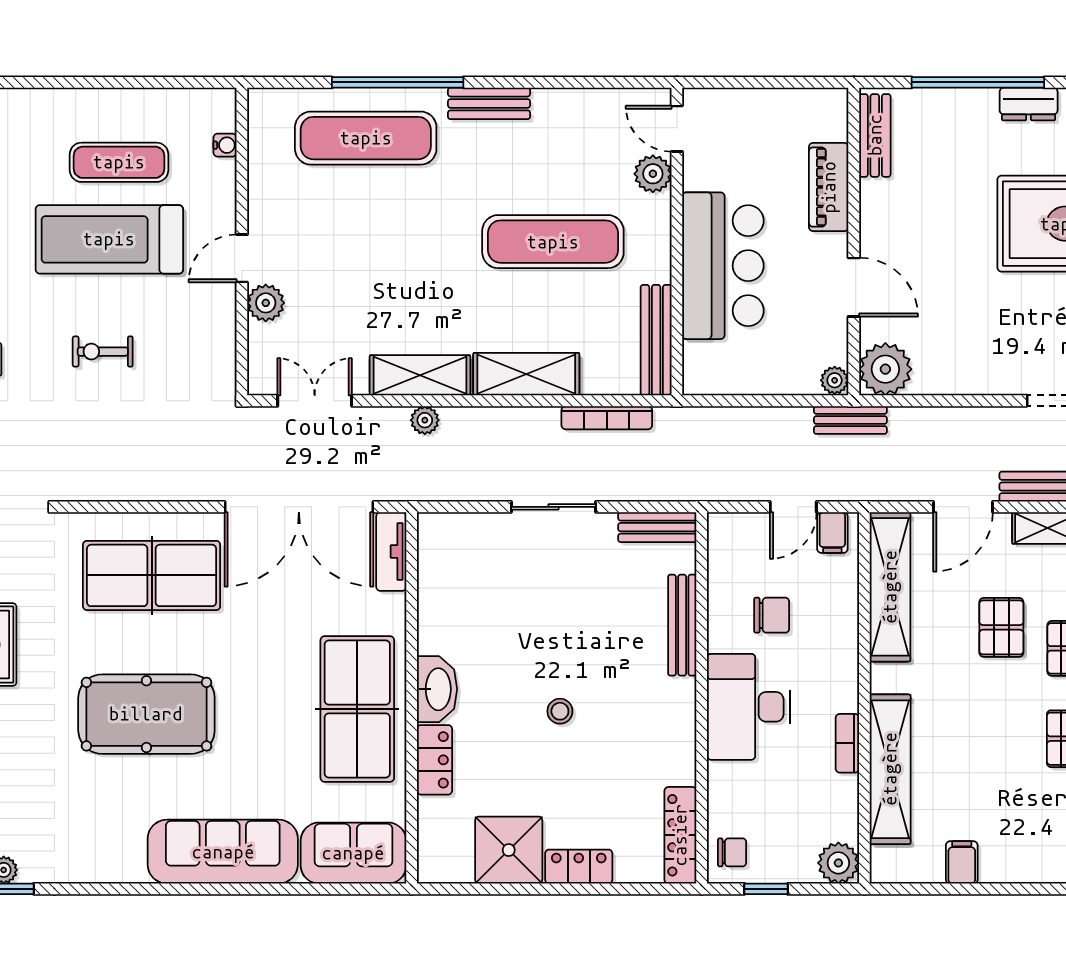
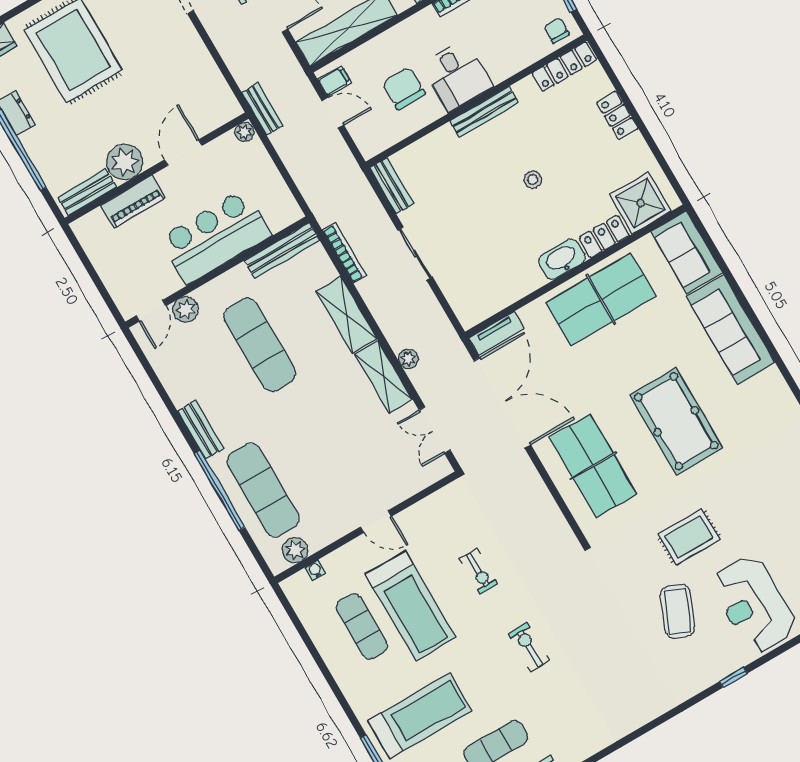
plant: (266, 303) -> (295, 550), moved
plant: (885, 369) -> (125, 162), moved
chair: (772, 615) -> (404, 88), width x1.37, depth x1.37
bench: (682, 625) -> (484, 112), moved
desk: (749, 707) -> (457, 75), width x0.73
shower: (509, 850) -> (641, 203), moved

